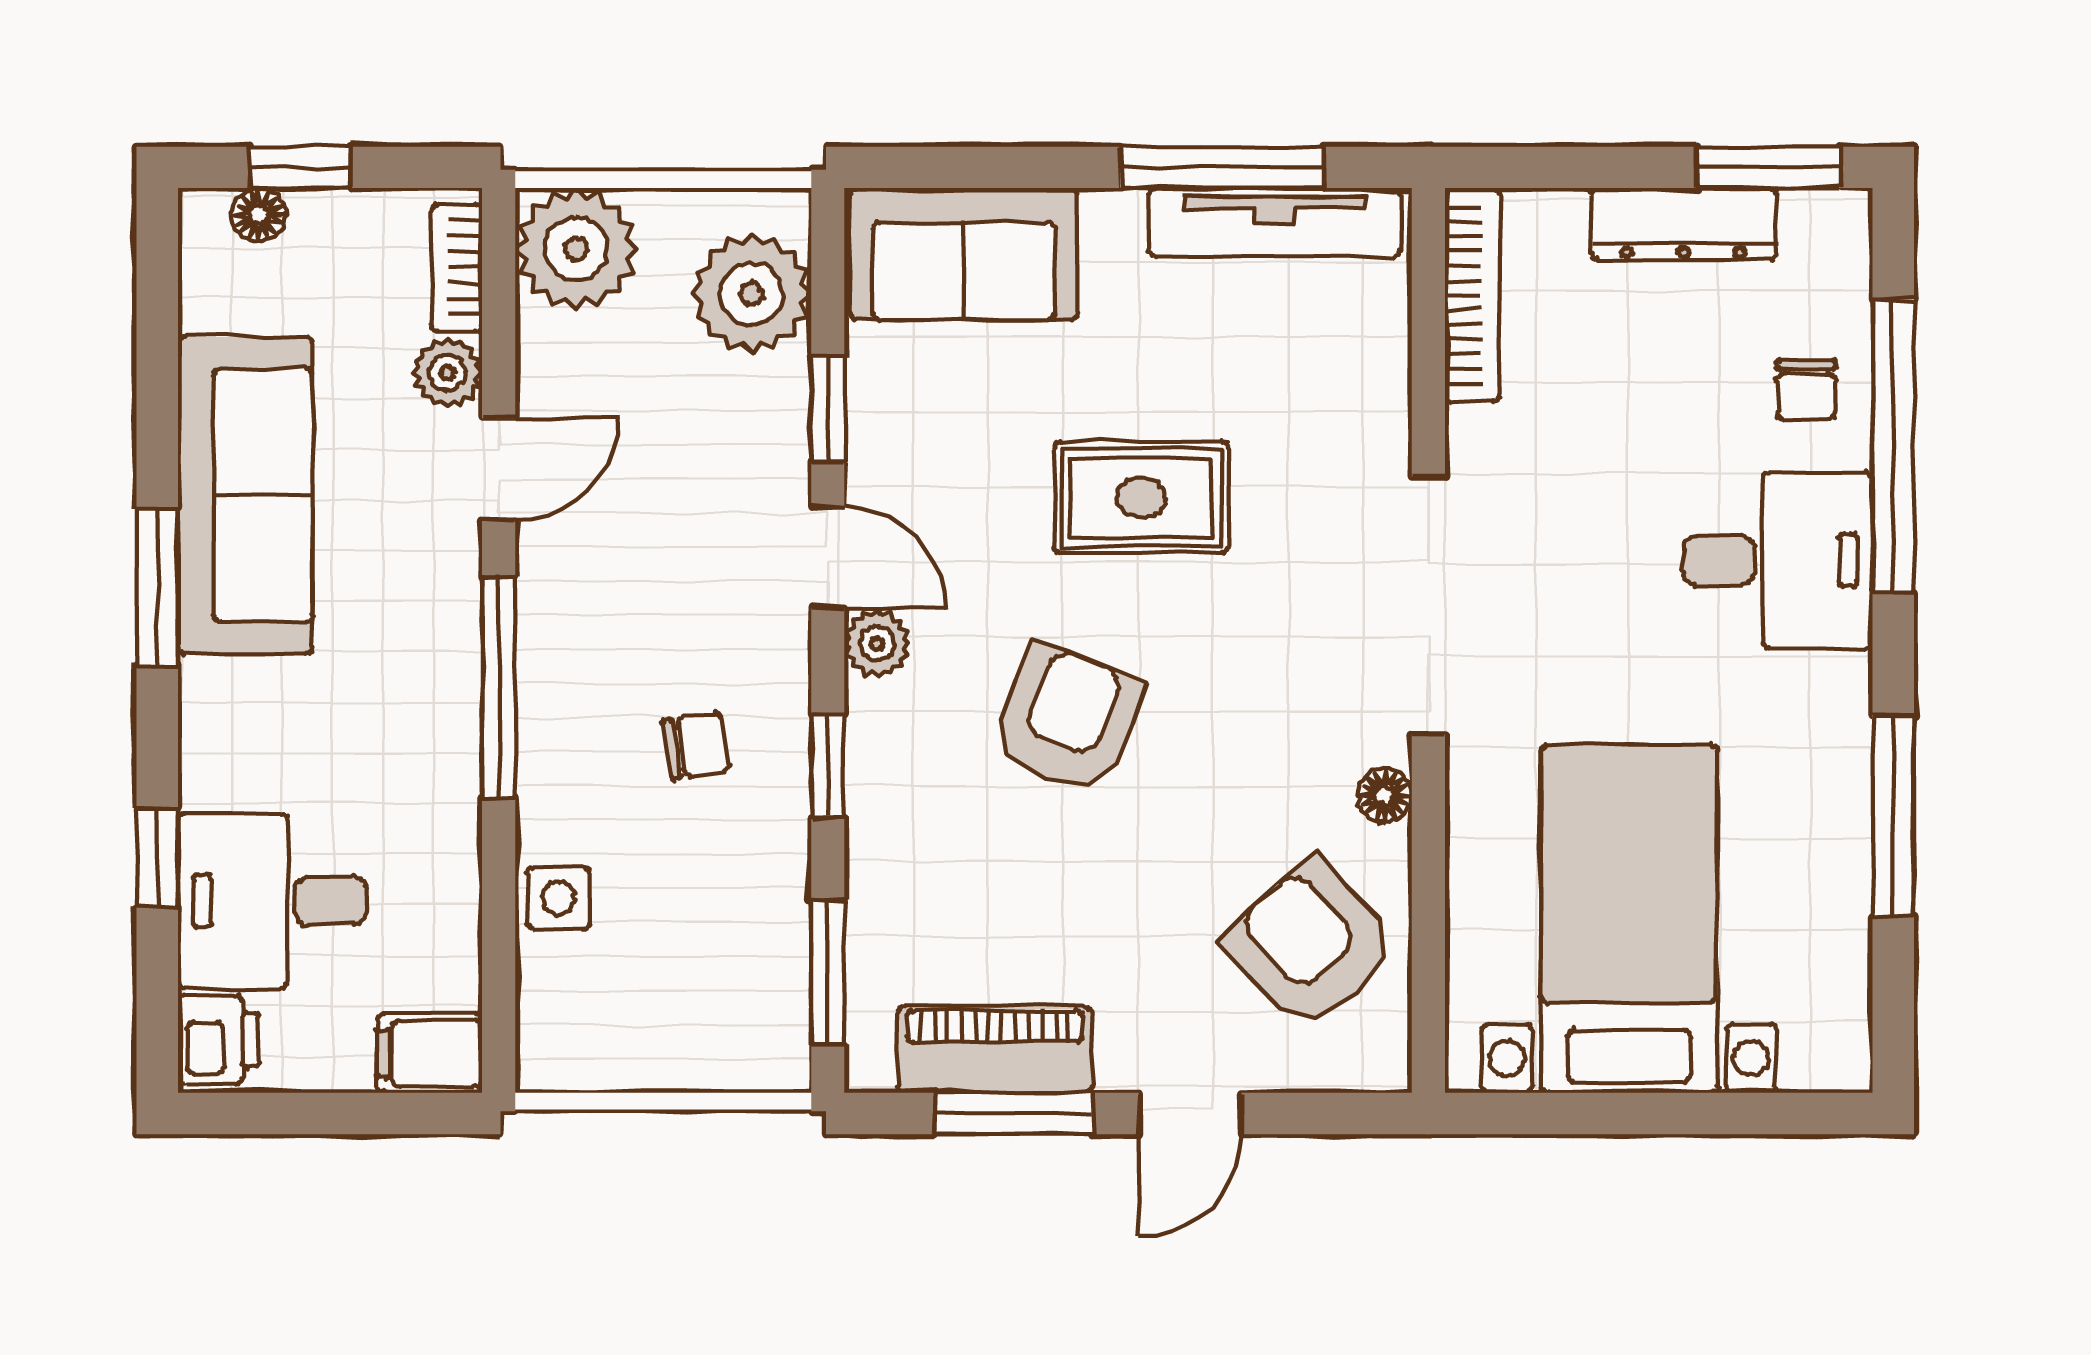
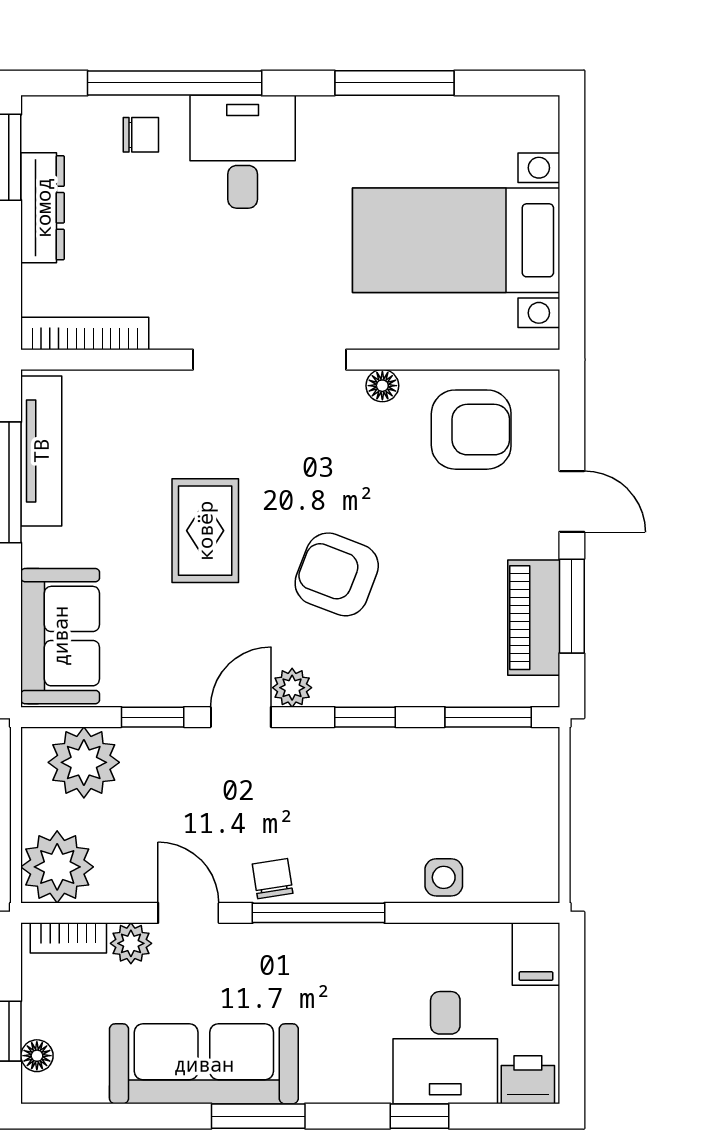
chair: (697, 746) -> (273, 879), moved
armchair: (1311, 944) -> (471, 430), turned -138

